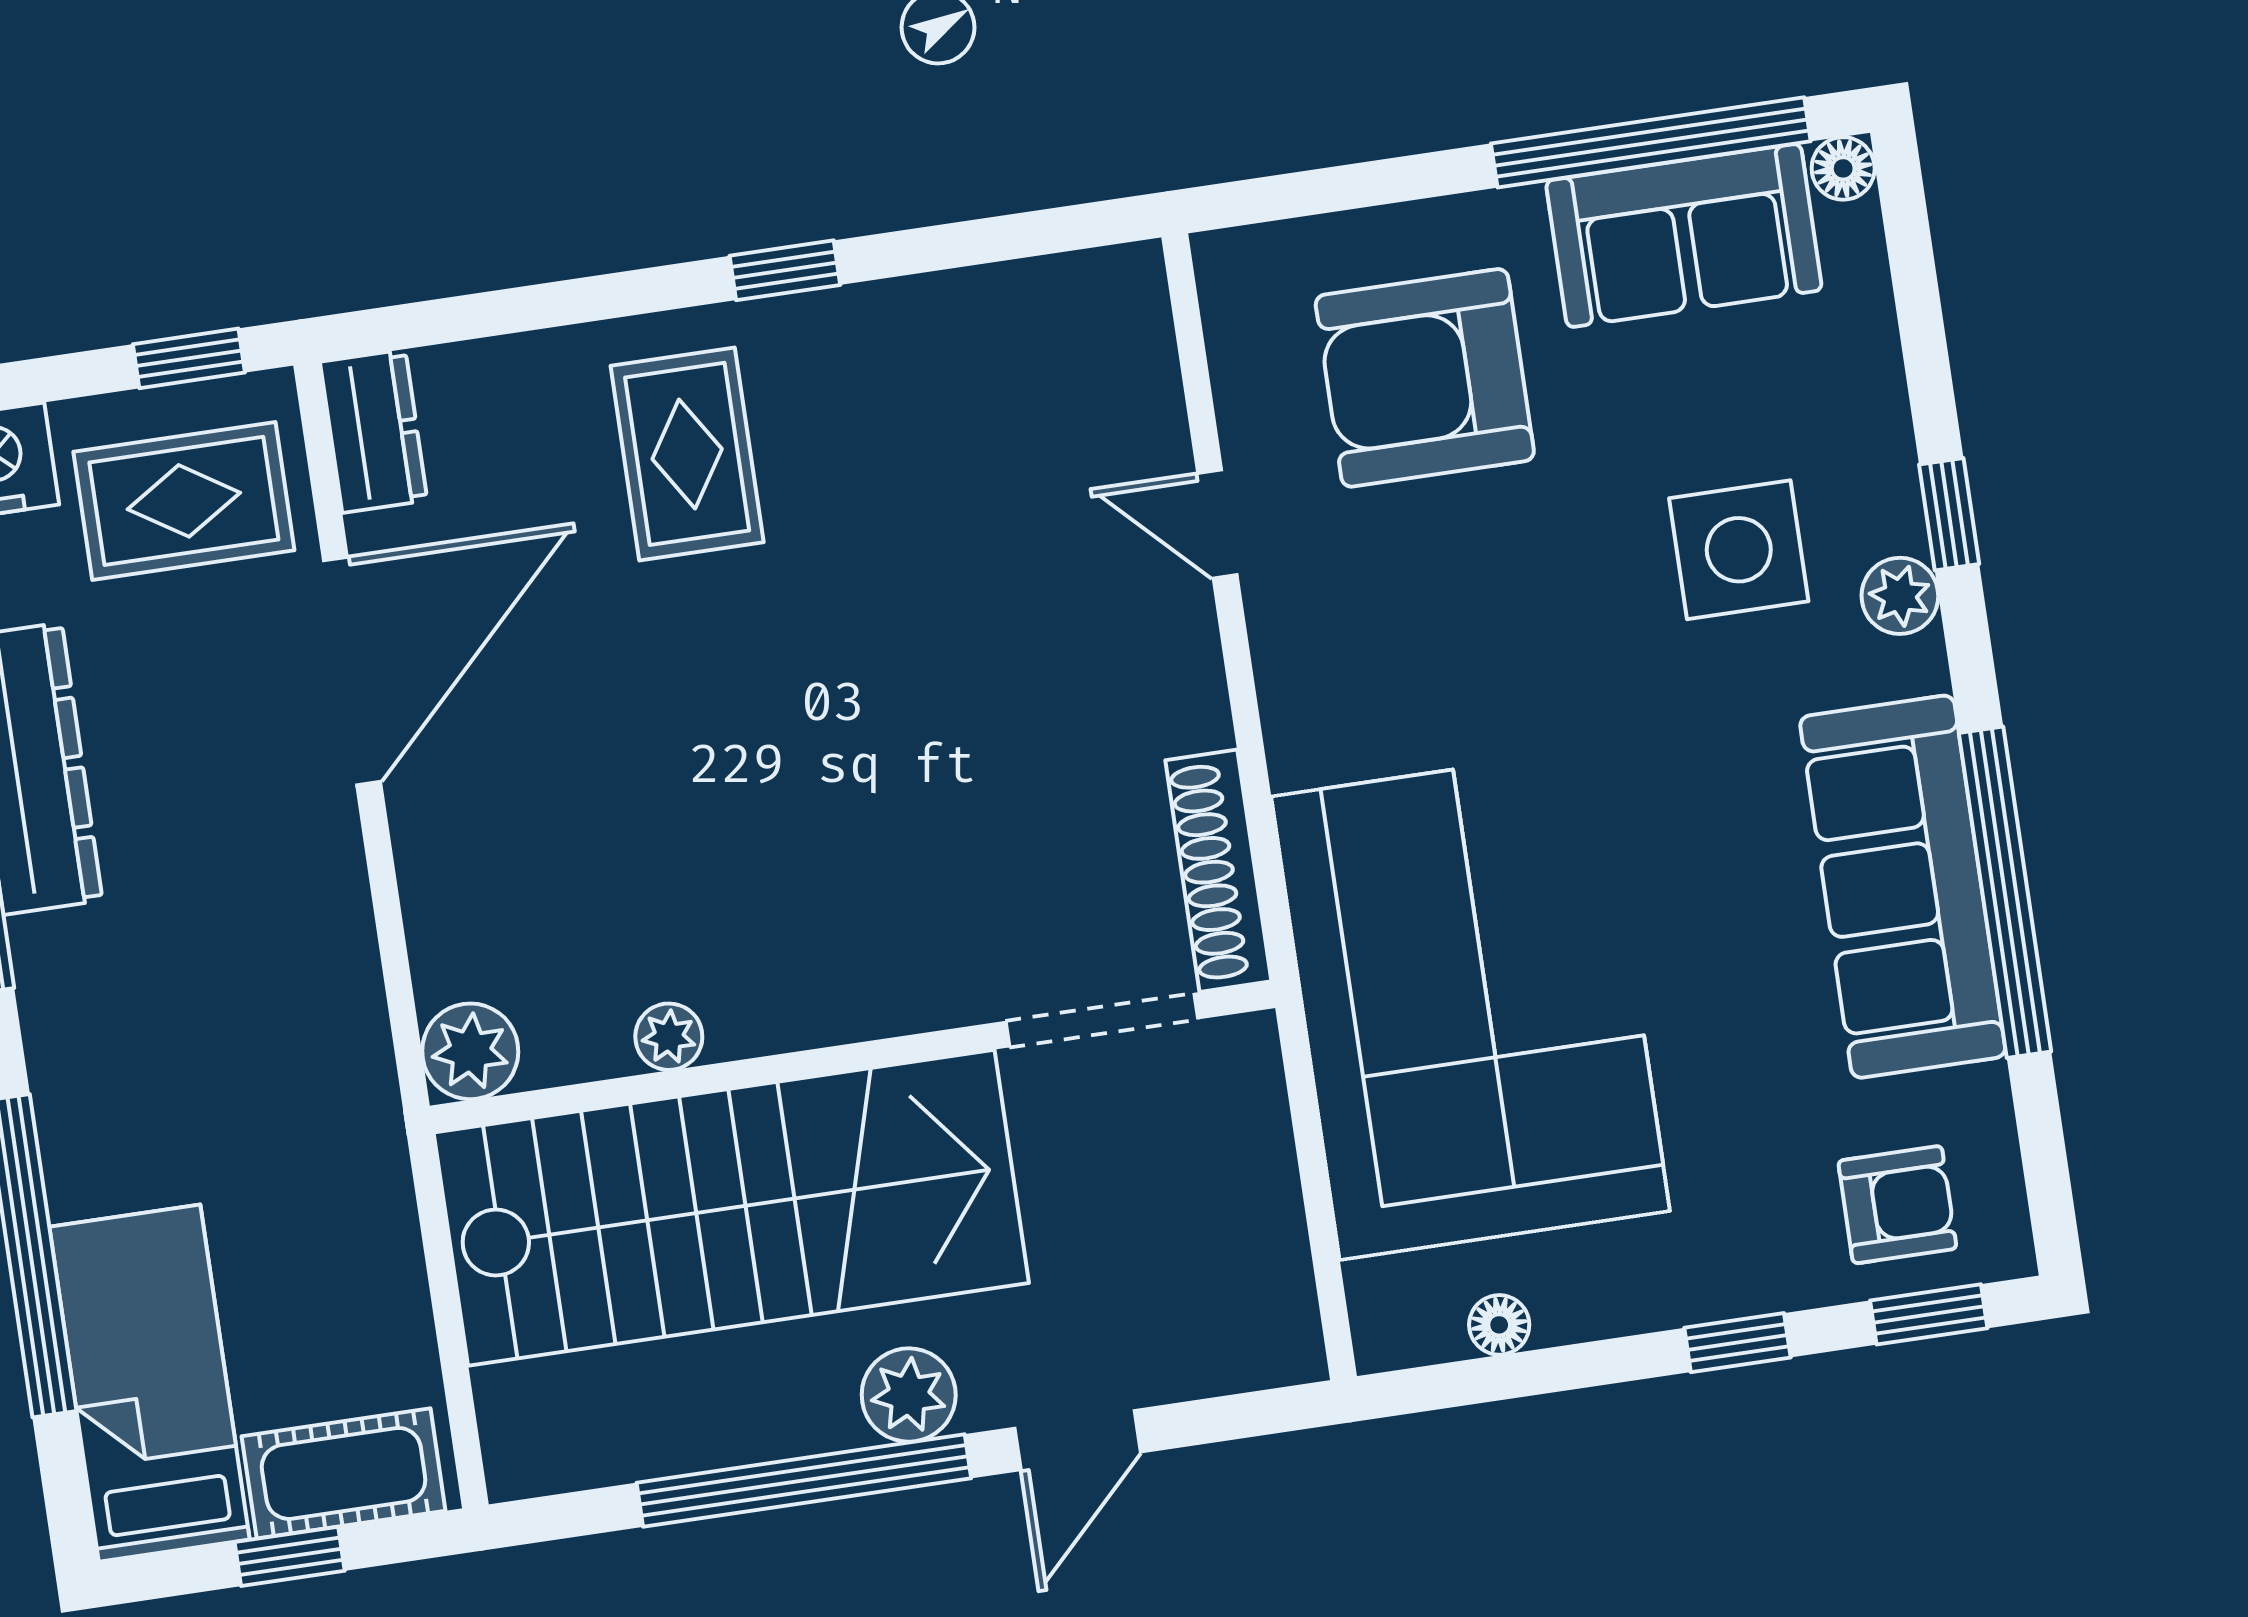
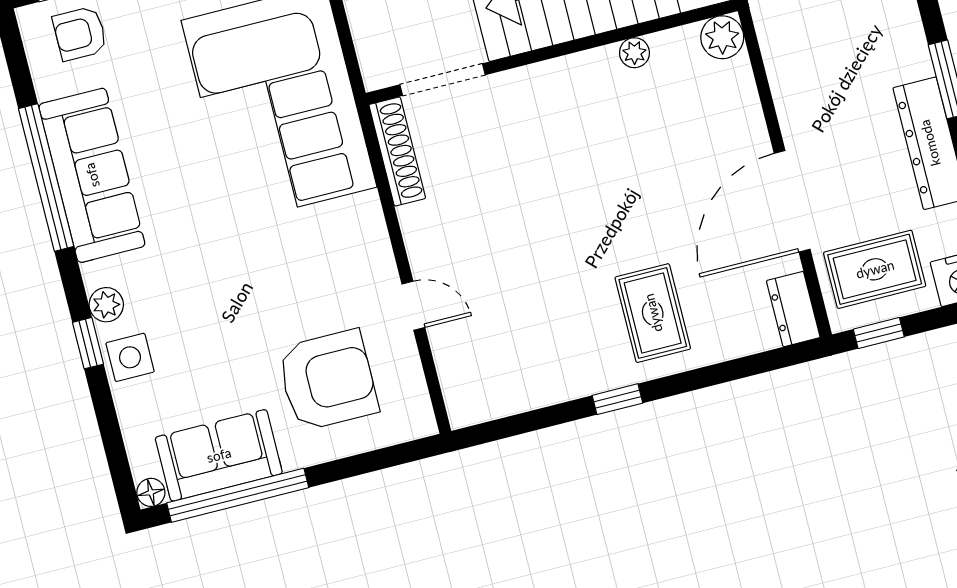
side table: (1739, 550) -> (130, 357), moved, width x0.73, depth x0.73

